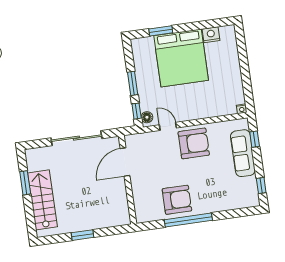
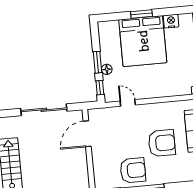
window: (161, 31) -> (142, 14), moved
floor lamp: (147, 117) -> (107, 69), moved
armchair: (194, 143) -> (162, 143), moved

